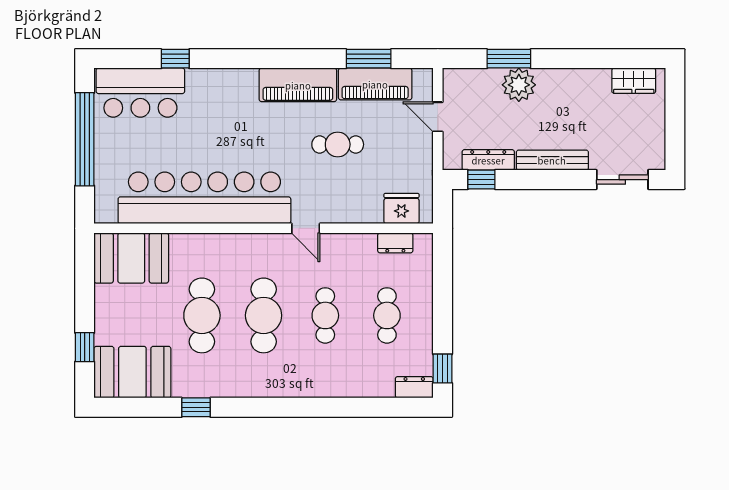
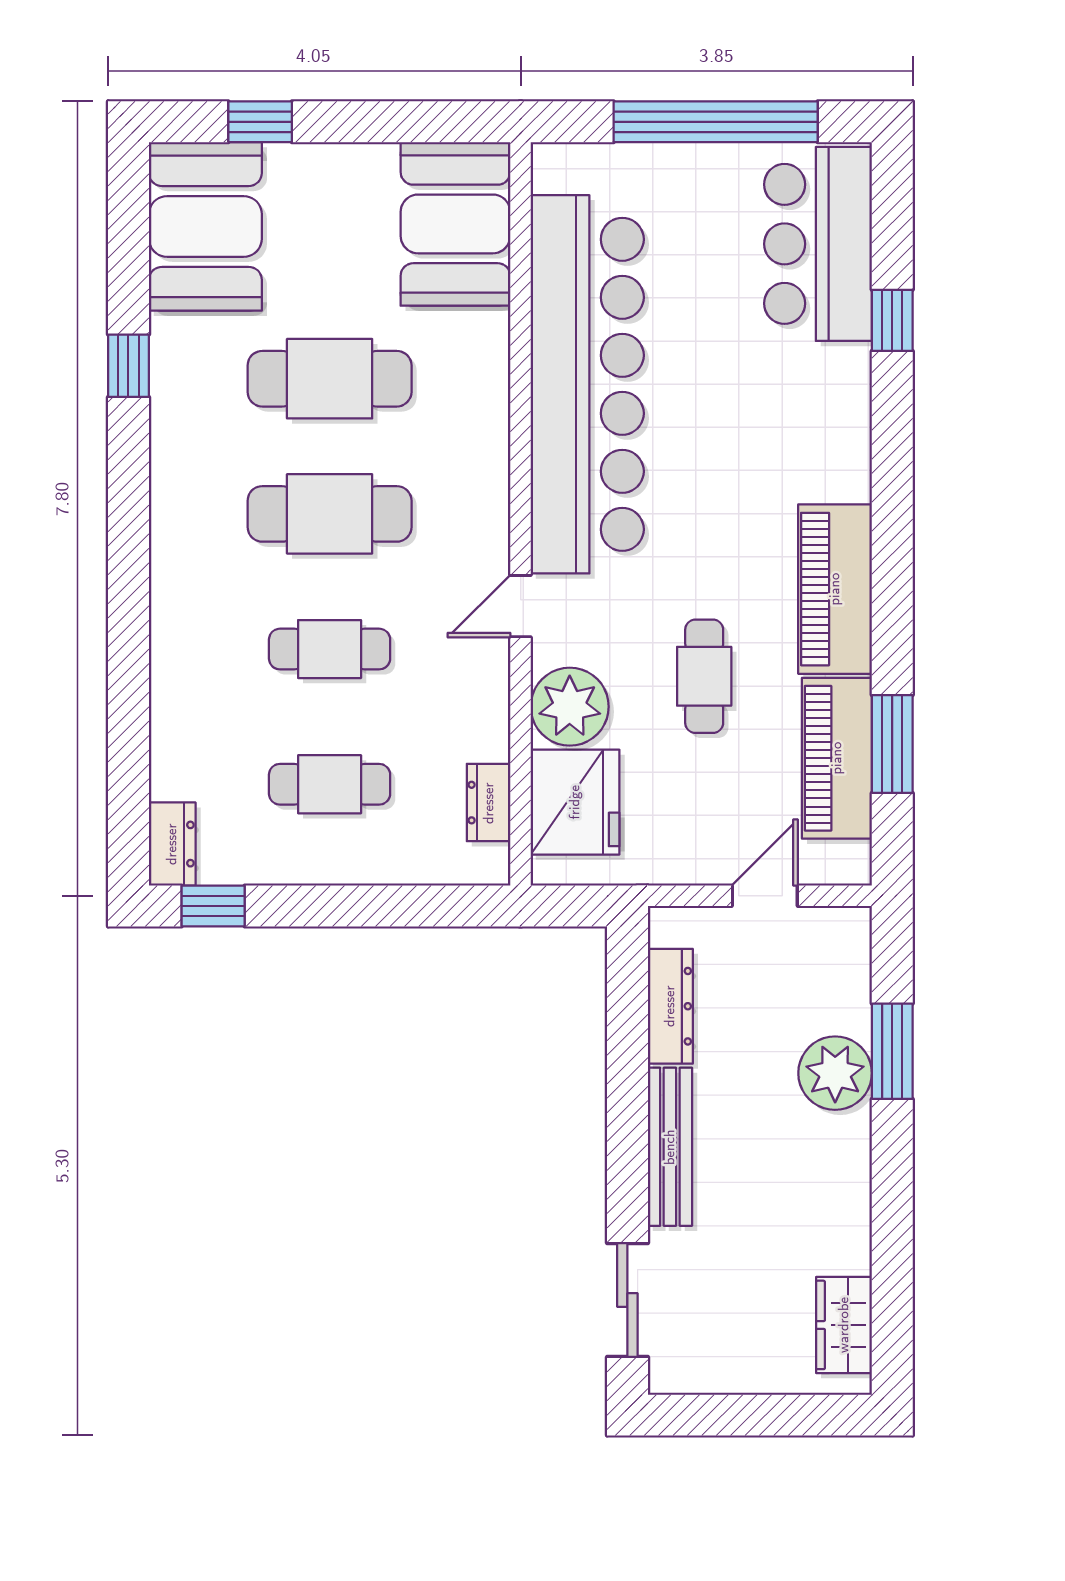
window: (481, 180) -> (627, 991), removed
plant: (352, 206) -> (570, 707), added
fridge: (401, 209) -> (575, 802), width x1.36, depth x1.34

